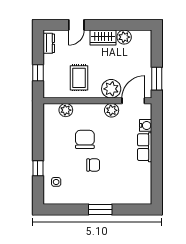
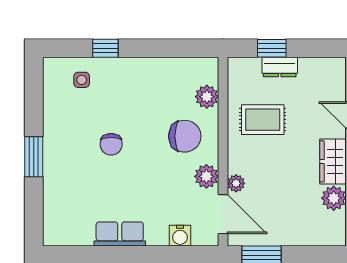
dresser: (49, 43) -> (280, 67), moved
plant: (111, 89) -> (236, 183), width x0.53, depth x0.53
chair: (85, 139) -> (185, 136), moved
row of seats: (145, 147) -> (120, 234), moved

